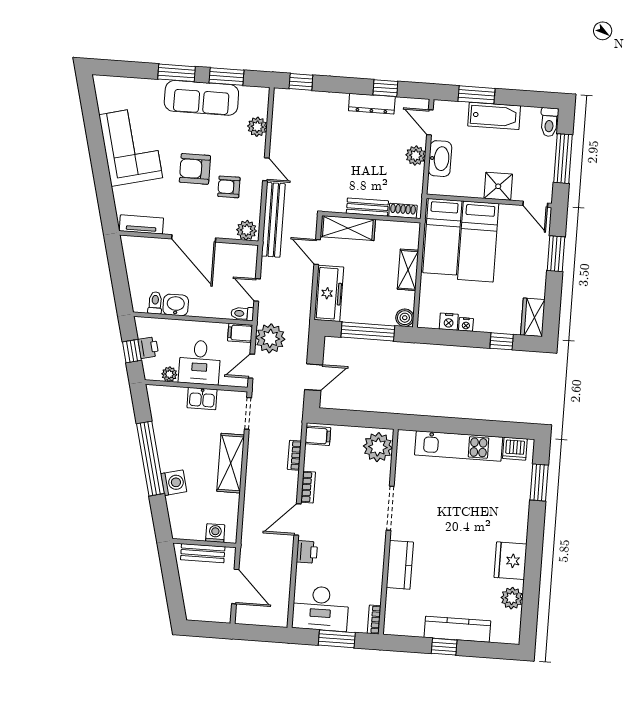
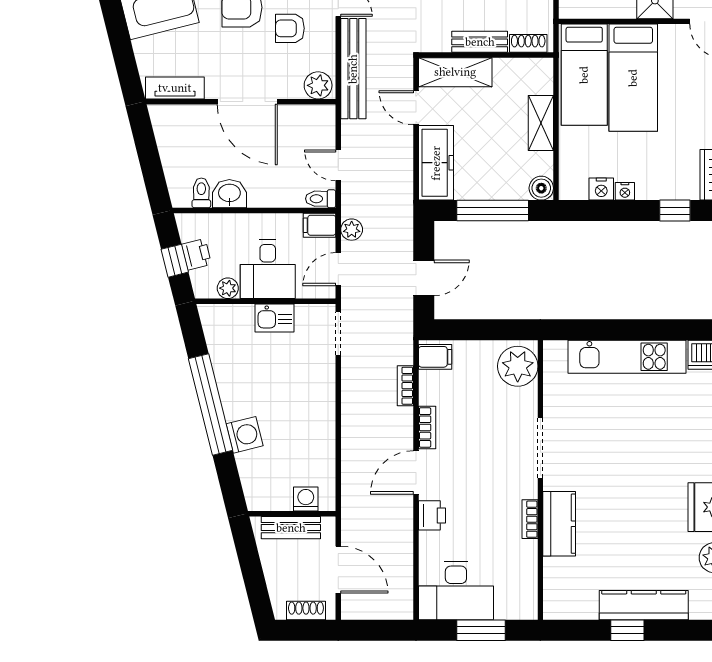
plant: (270, 338) -> (352, 230), width x0.53, depth x0.53
shelving: (231, 463) -> (320, 403), removed
shoe rack: (209, 615) -> (306, 611), added
bookcase: (374, 620) -> (530, 519), moved

